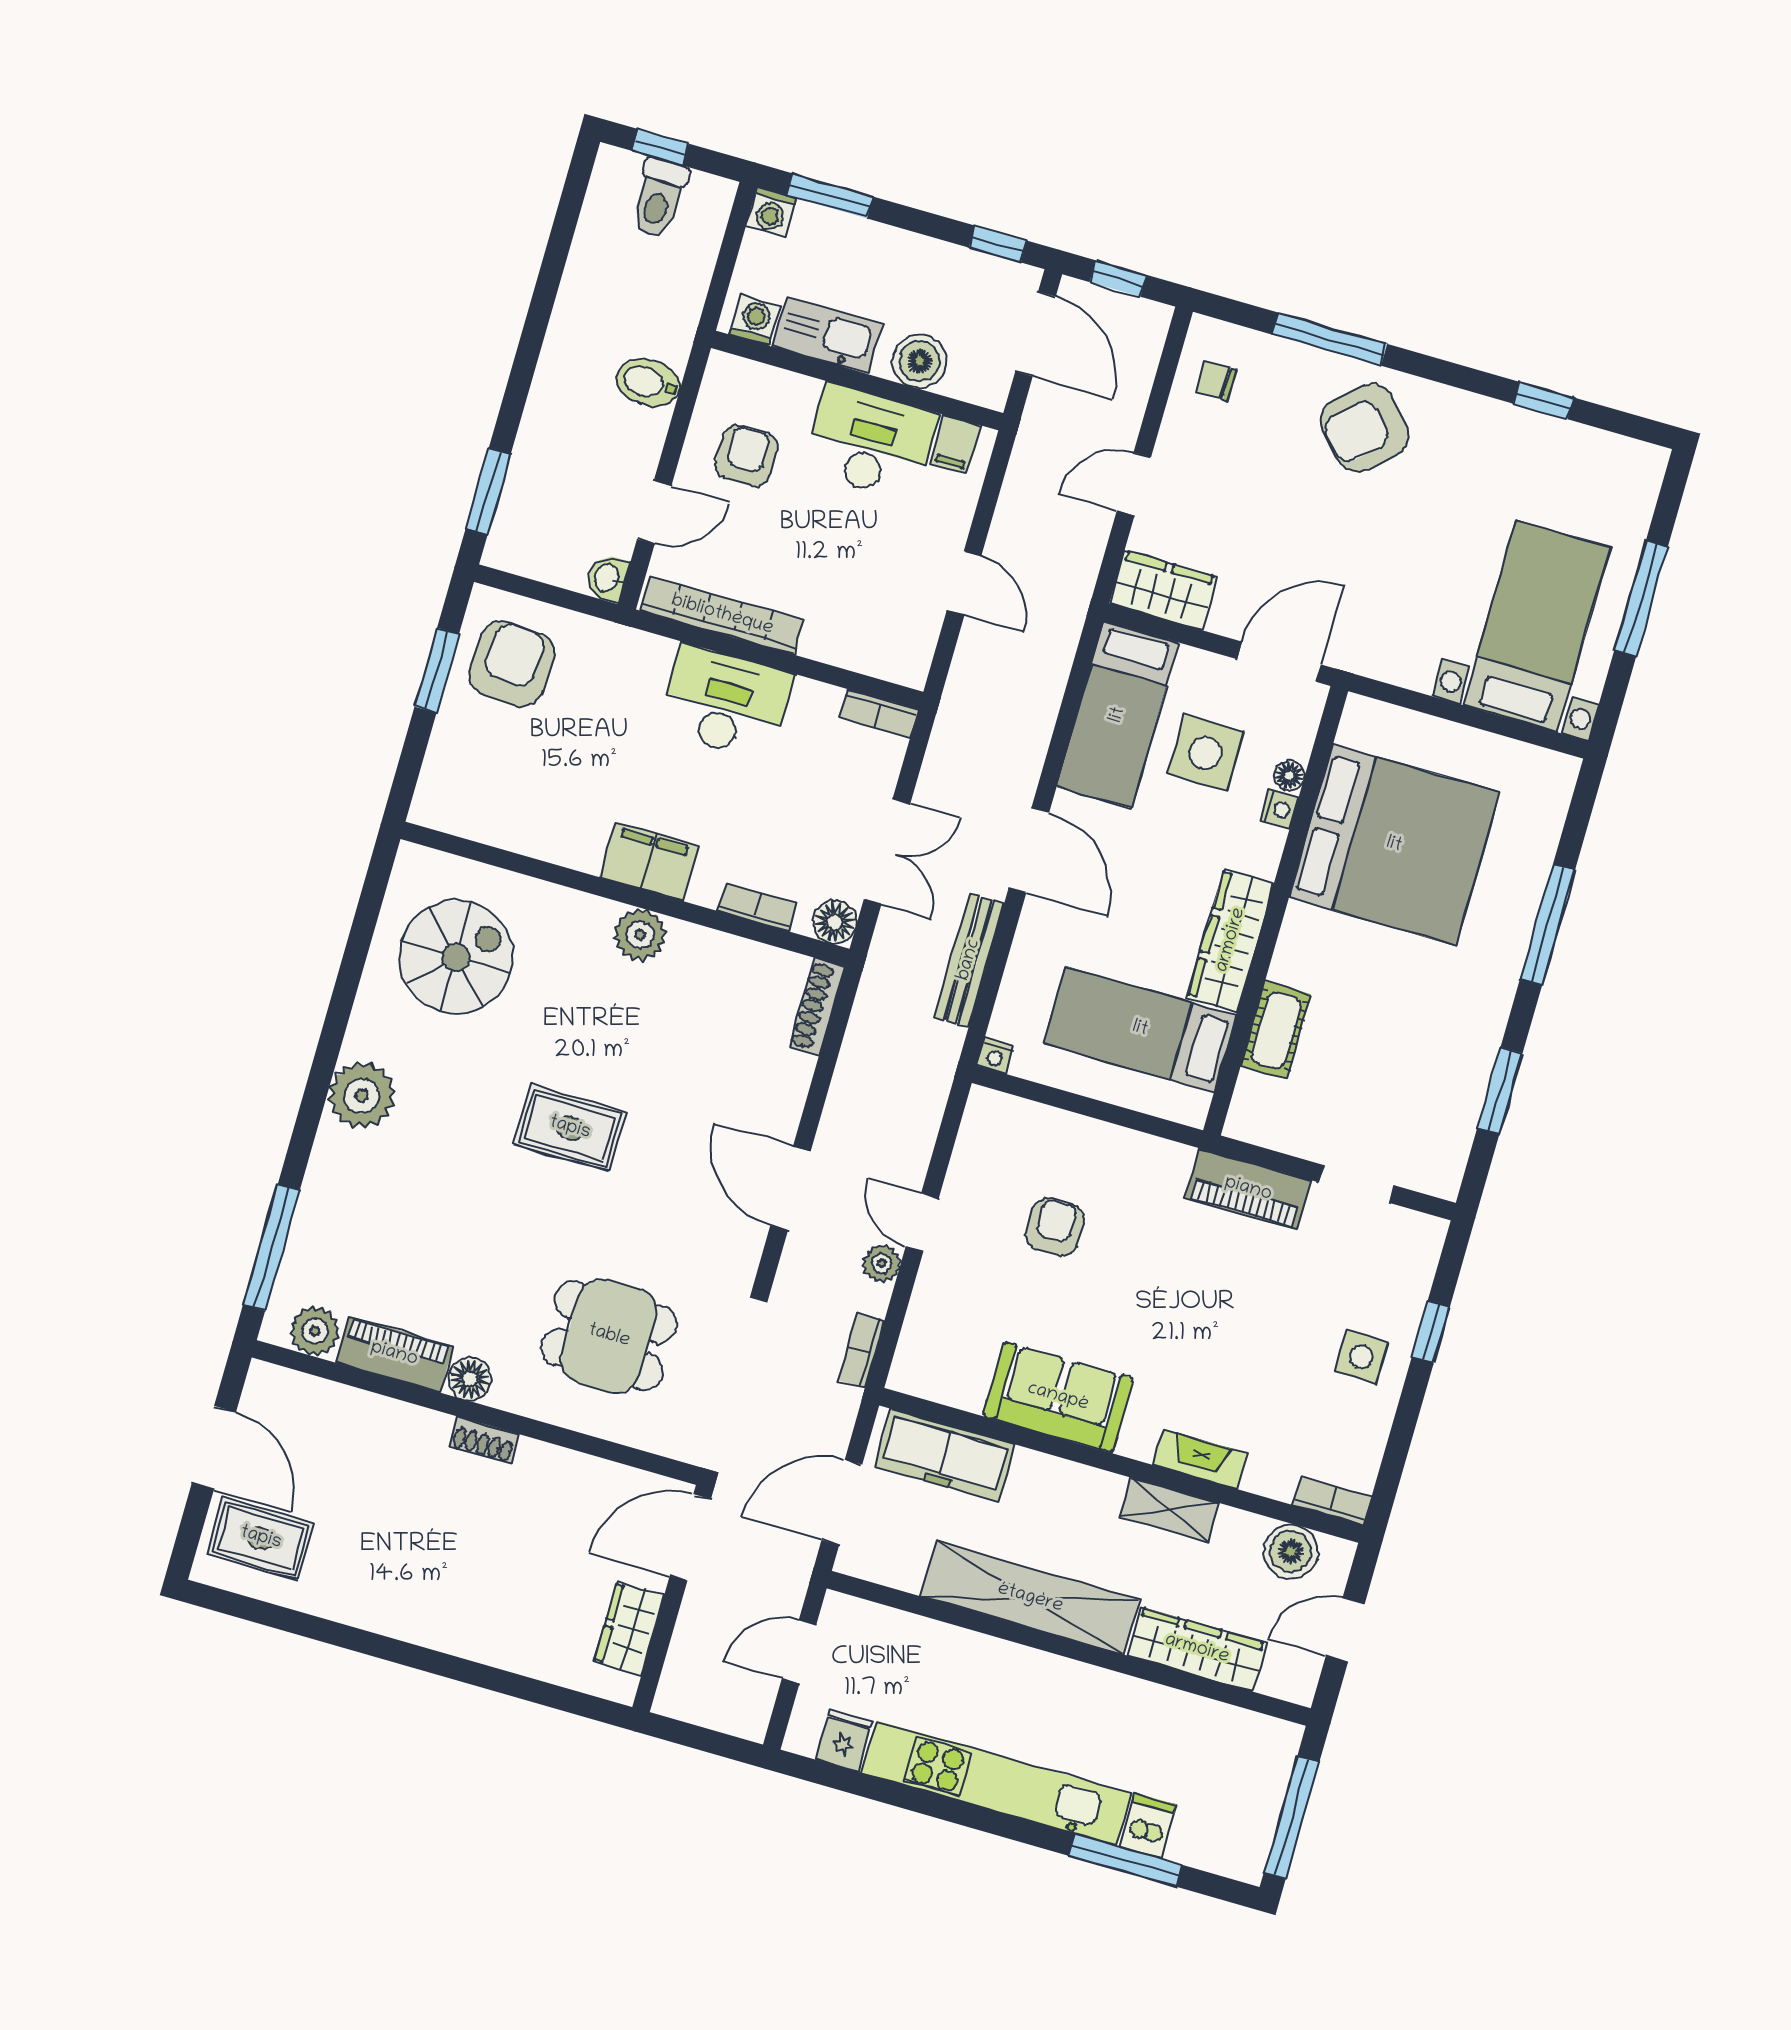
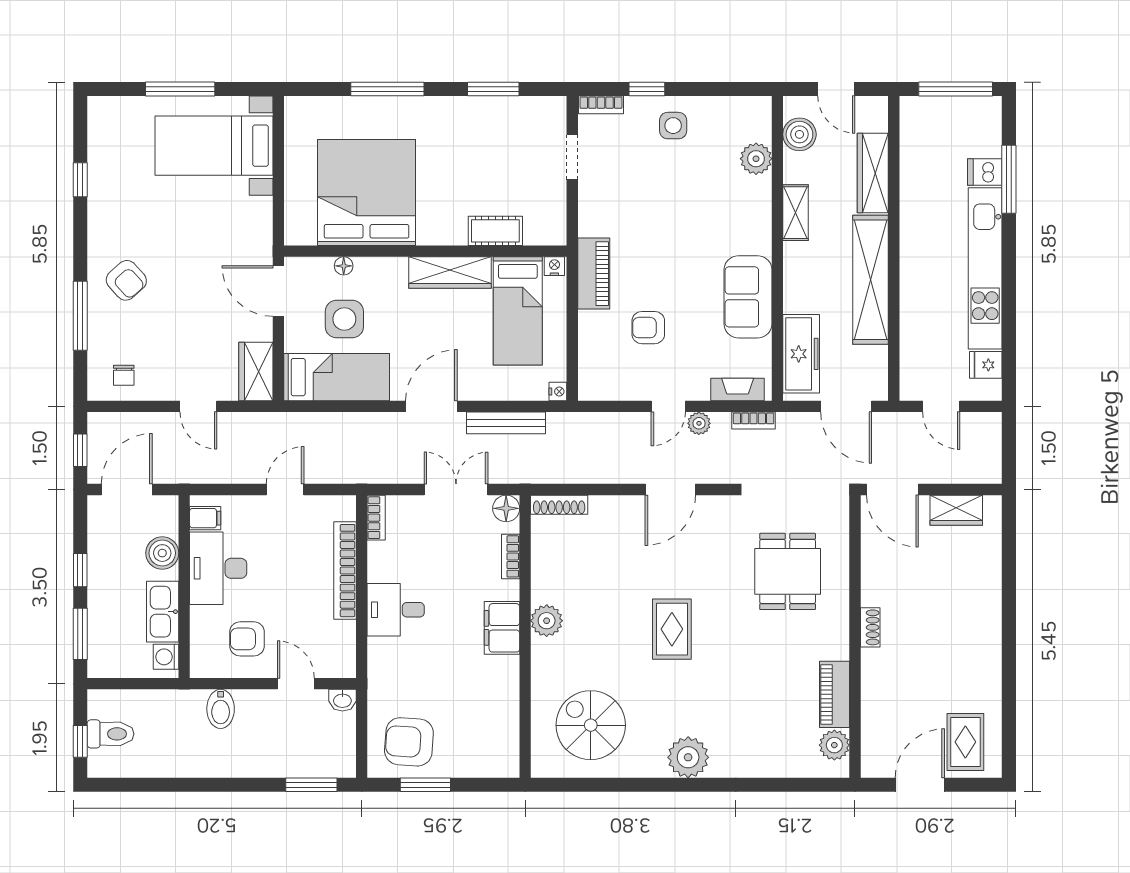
washing machine: (771, 212) -> (100, 666), removed
window: (998, 244) -> (80, 570), moved
armchair: (1364, 428) -> (126, 280), width x0.72, depth x0.72
bookcase: (722, 615) -> (345, 571), moved
desk: (725, 702) -> (396, 610), width x0.73
nightstand: (1279, 809) -> (554, 266), moved
piano: (1248, 1189) -> (594, 274), moved
window: (271, 1247) -> (792, 785), removed
floor lamp: (470, 1379) -> (836, 646), removed
fireplace: (1200, 1459) -> (738, 389), moved, turned 90
plant: (1272, 1472) -> (756, 159), added
bookcase: (1332, 1501) -> (601, 105), moved, turned -90

